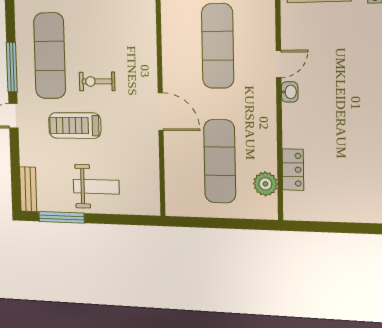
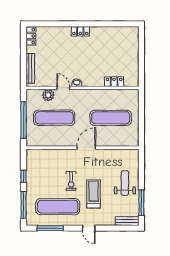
window: (12, 67) -> (50, 228), moved
treadmill: (75, 125) -> (94, 194), turned 180
plant: (265, 184) -> (48, 95), moved

